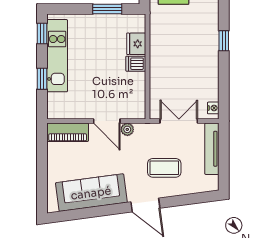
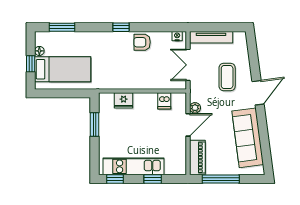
dishwasher: (136, 64) -> (164, 101), moved
armchair: (206, 66) -> (142, 42), added
window: (42, 160) -> (221, 179), added

